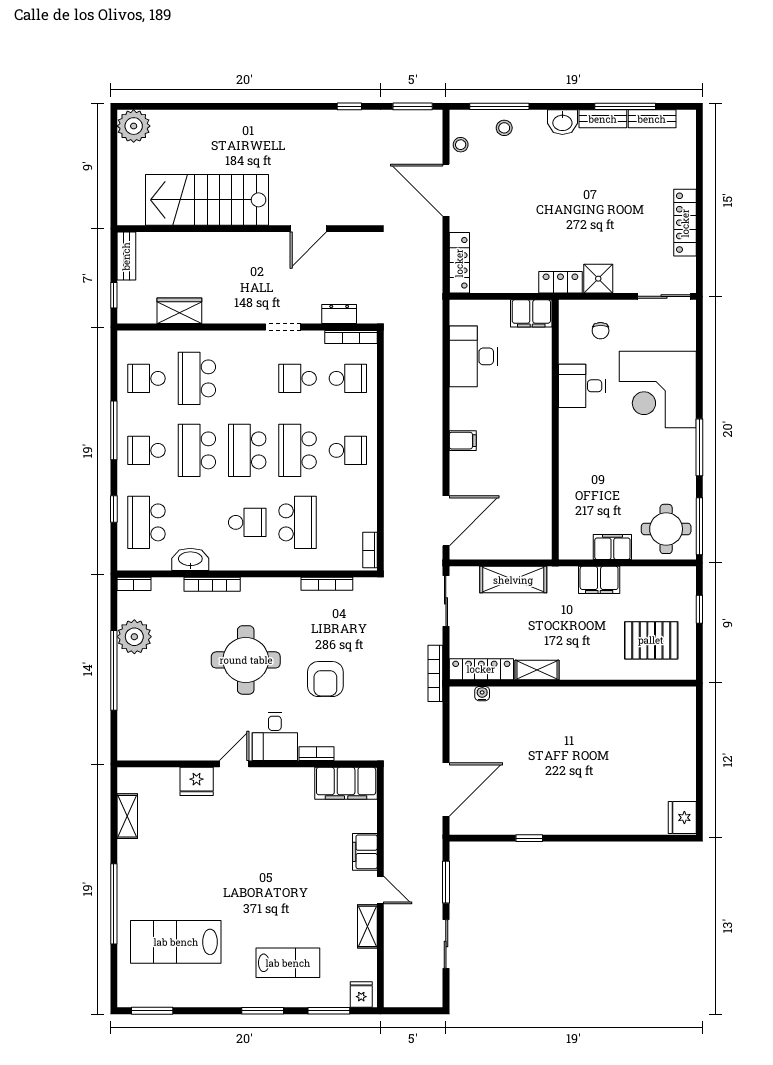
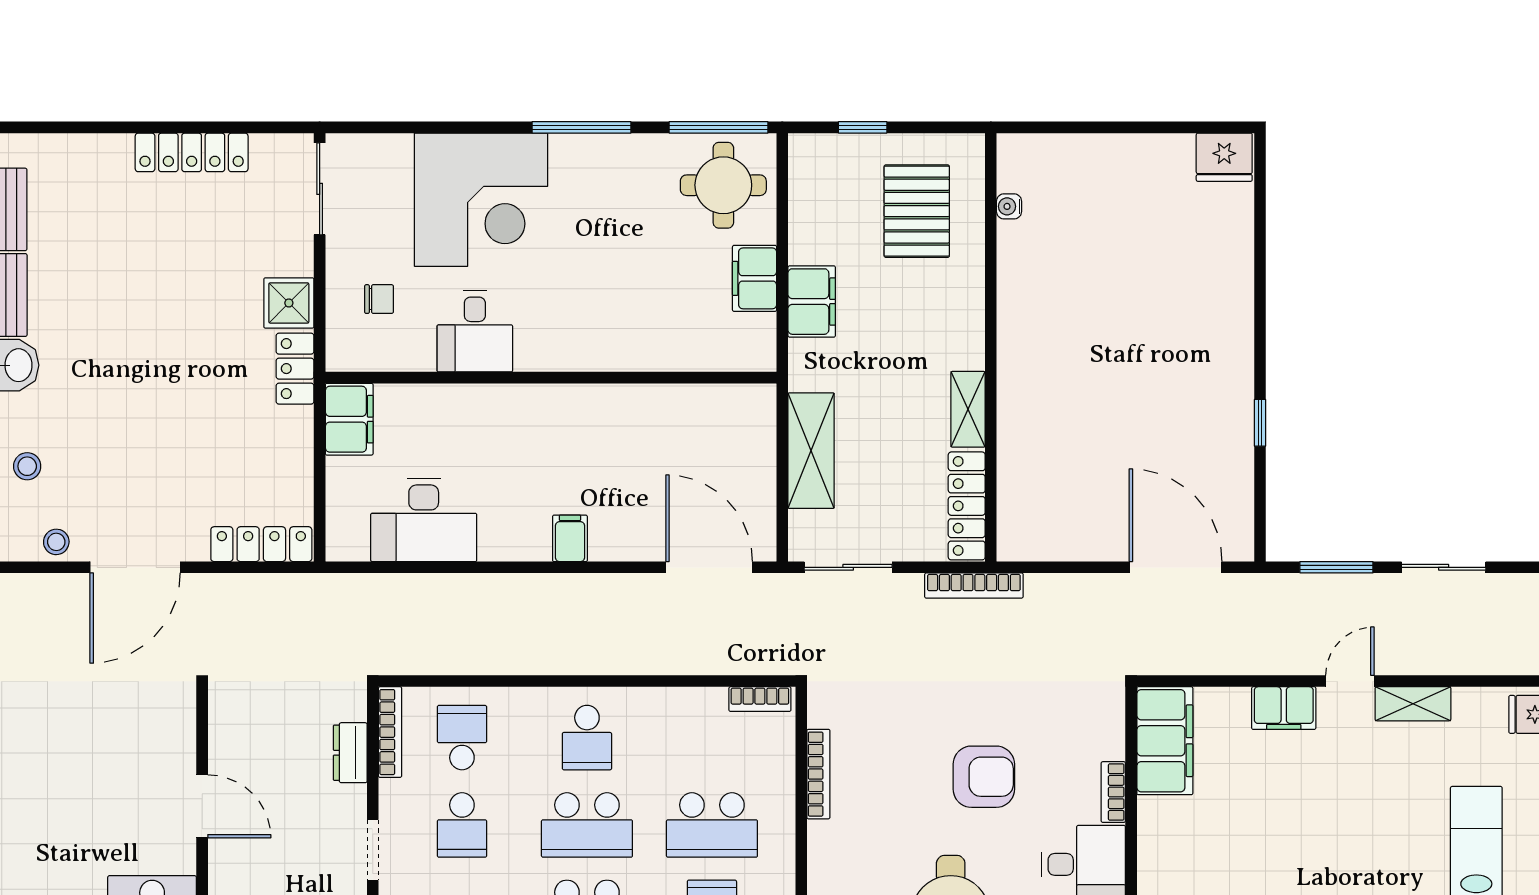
school desk: (348, 450) -> (587, 738), turned 180
school desk: (298, 522) -> (712, 825), turned 180
water cooler: (482, 694) -> (1009, 206), moved

